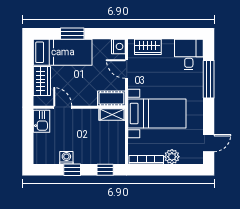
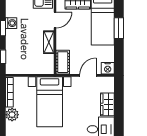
wardrobe: (148, 47) -> (107, 104), moved
shelving: (112, 114) -> (49, 42), moved

